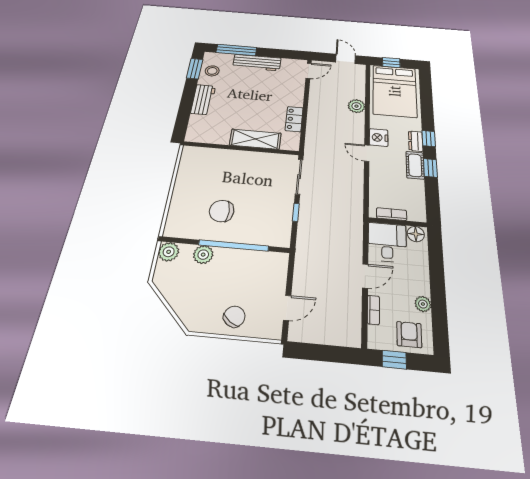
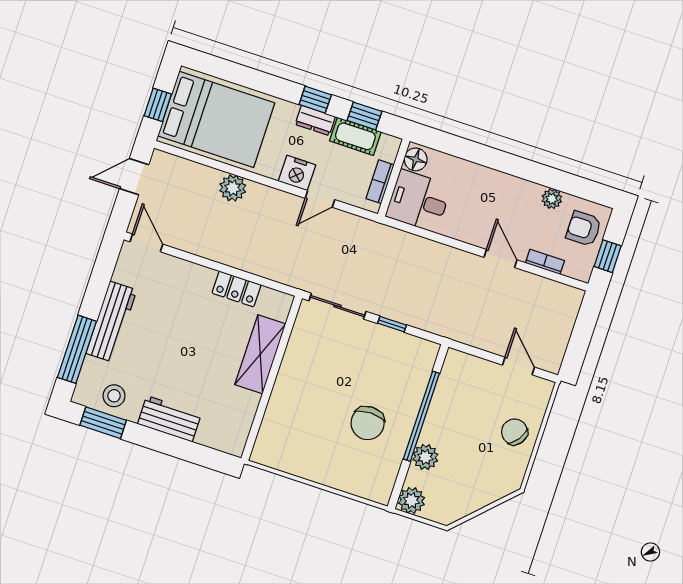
bookcase: (391, 214) -> (380, 182), moved
wall: (398, 222) -> (394, 178), moved
floor lamp: (416, 234) -> (416, 159), moved
desk: (387, 242) -> (419, 201), moved

